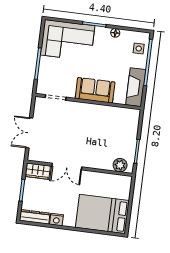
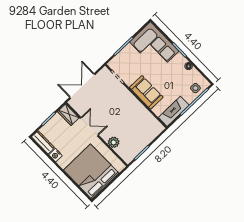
double door: (29, 133) -> (82, 86), width x1.37
plant: (120, 165) -> (114, 142), moved
double door: (67, 167) -> (89, 127), swing flipped
bed: (102, 214) -> (91, 172), width x1.36

